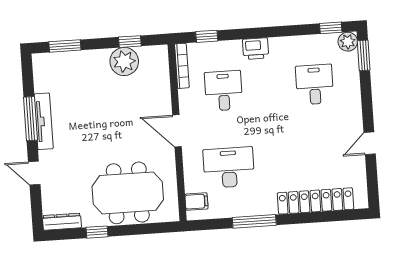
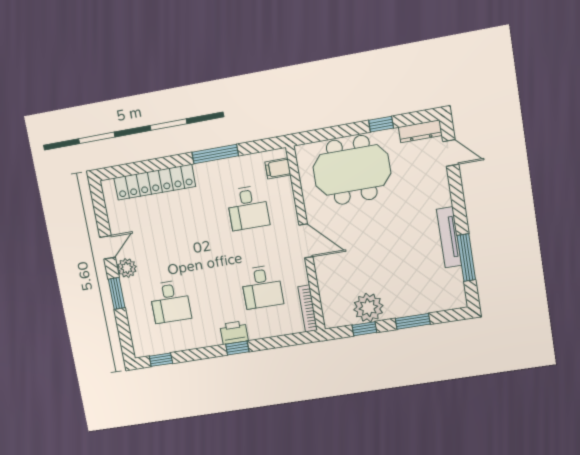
window: (207, 36) -> (237, 348), moved
plant: (348, 42) -> (127, 268), moved
window: (65, 46) -> (413, 321), moved
window: (364, 55) -> (117, 293), moved
window: (31, 119) -> (466, 258), moved
desk: (229, 168) -> (248, 208), width x0.73
door: (34, 173) -> (451, 153), moved

